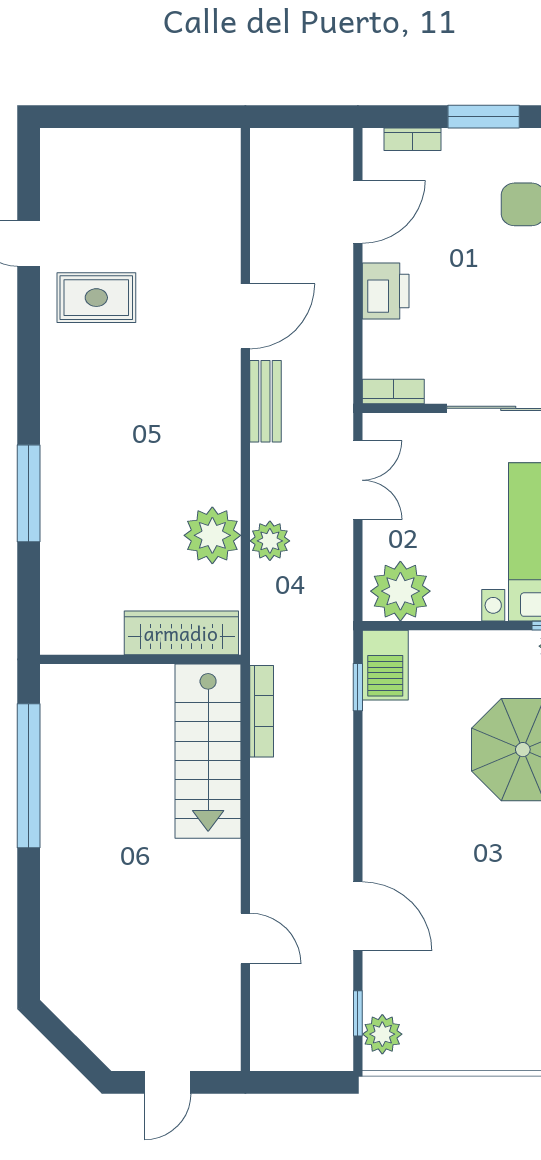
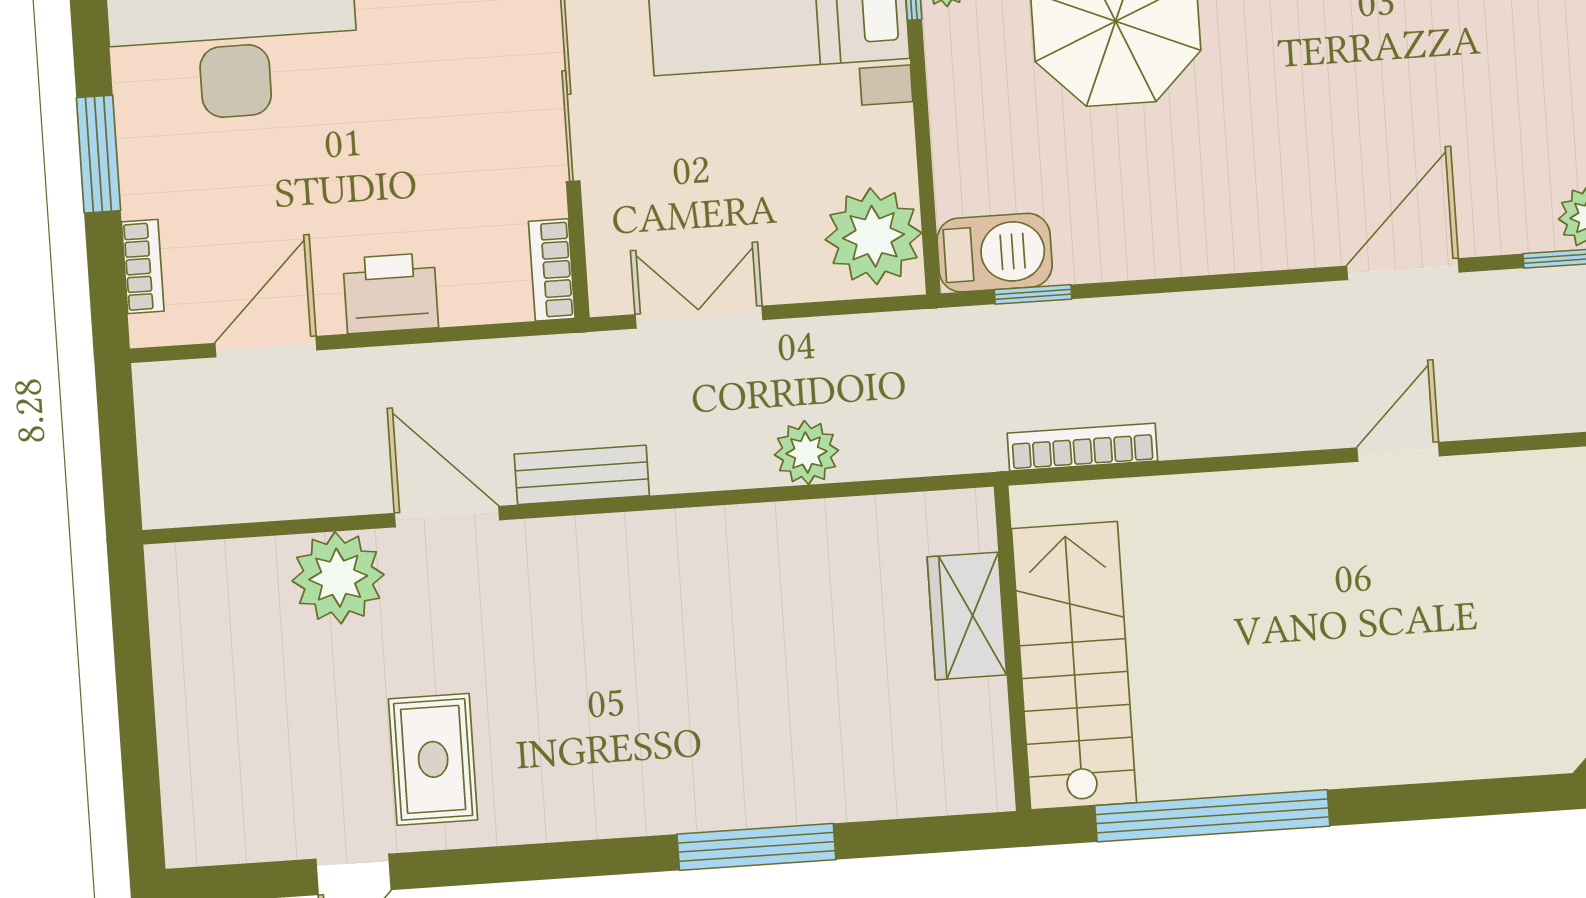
door: (358, 212) -> (266, 347), hinge flipped
plant: (212, 535) -> (338, 578), moved
wardrobe: (181, 633) -> (967, 616), width x0.67
stairs: (208, 751) -> (1074, 666), moved, turned -90
door: (245, 938) -> (1398, 452), moved

